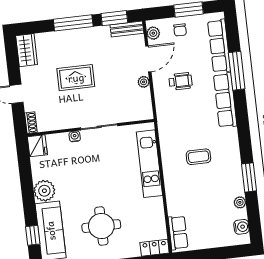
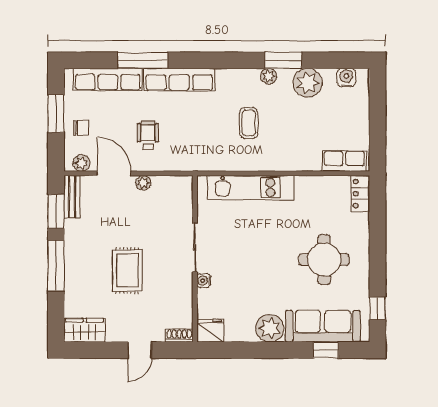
plant: (236, 168) -> (269, 76), added
plant: (240, 202) -> (307, 83), width x1.88, depth x1.88

